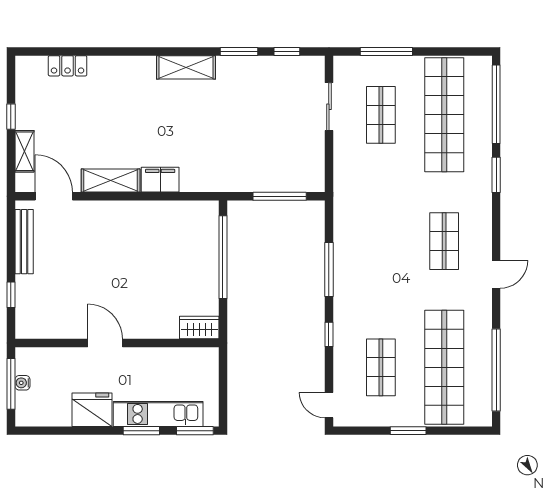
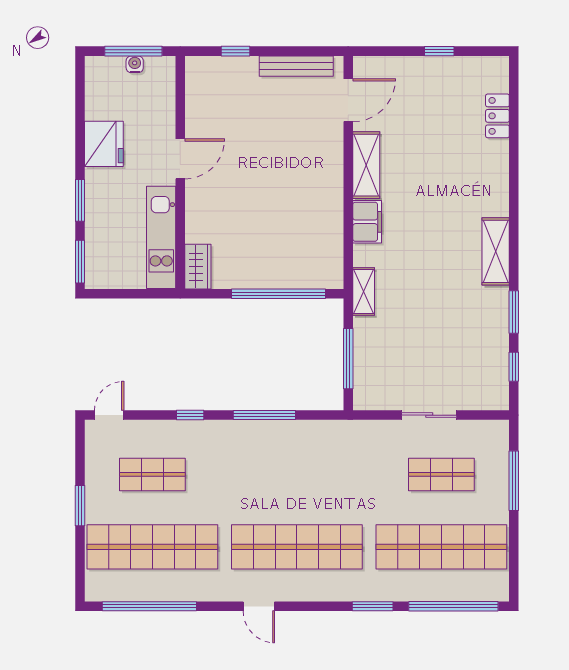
sliding door: (329, 107) -> (429, 415), moved
shelving: (24, 151) -> (364, 292), moved, turned 90
shop shelf: (444, 241) -> (297, 547), width x2.00, depth x1.36
kitchen unit: (158, 414) -> (161, 237), moved, turned 180

